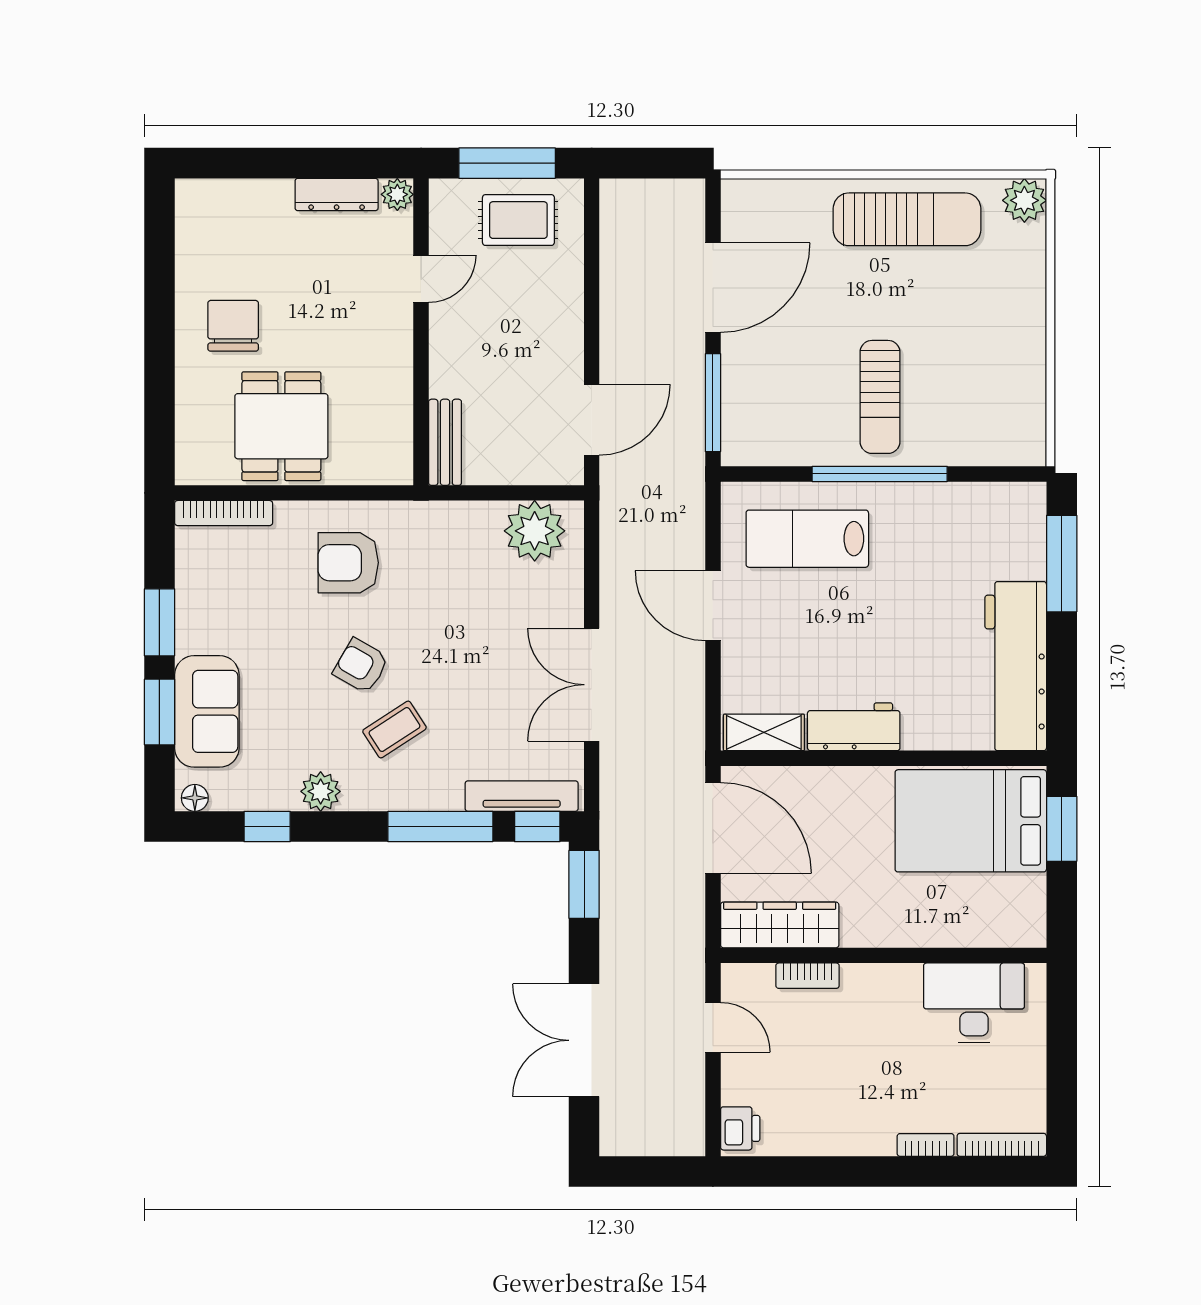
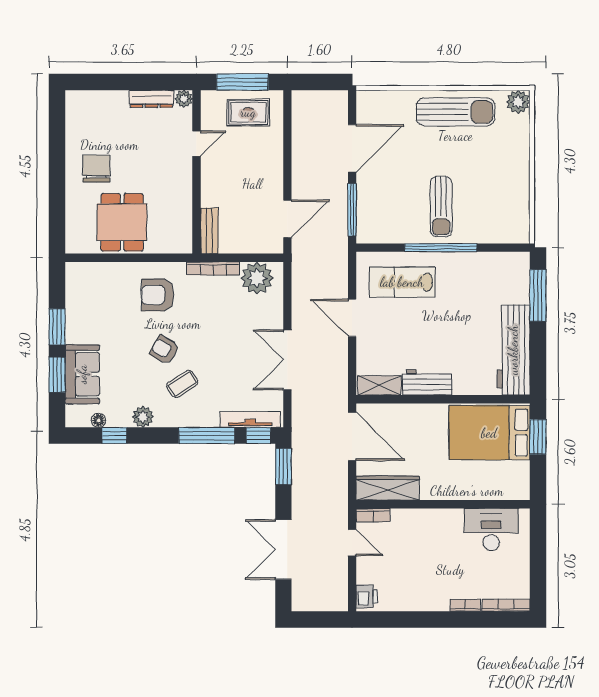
bookcase: (224, 513) -> (213, 269), moved
floor lamp: (195, 798) -> (99, 420), moved
bookcase: (808, 976) -> (373, 515), moved

